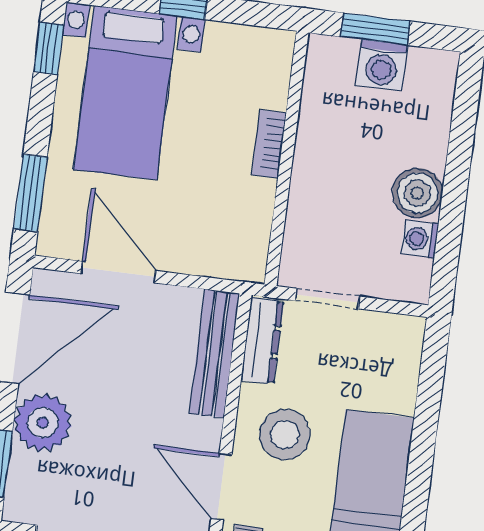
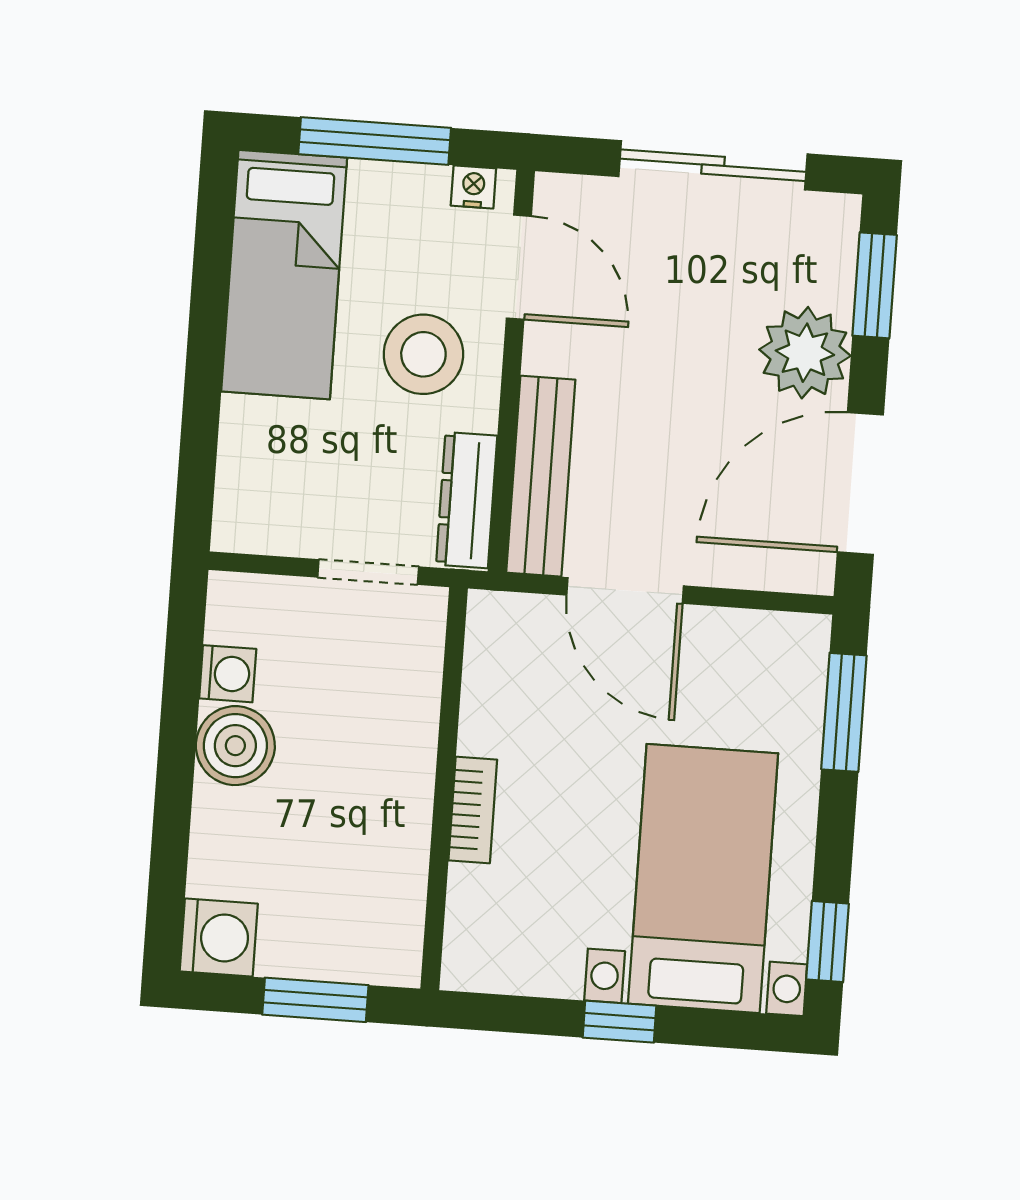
washing machine: (382, 65) -> (219, 938), moved, turned 90
door: (118, 272) -> (625, 590), moved

